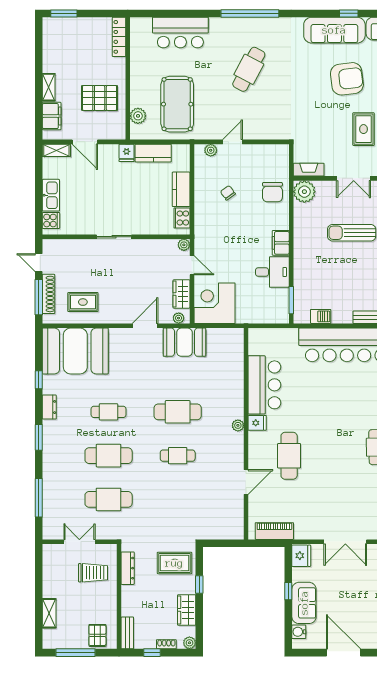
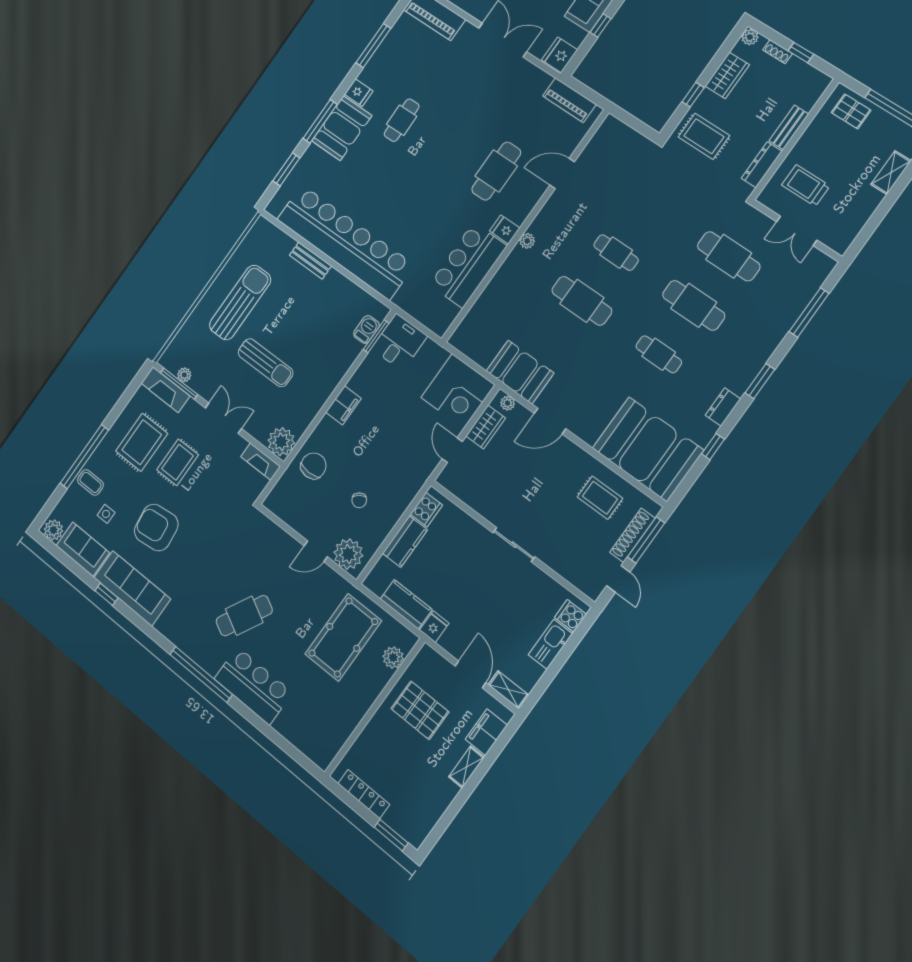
bar counter: (180, 33) -> (253, 686), moved
locker: (119, 37) -> (364, 794), moved, turned -90
plant: (211, 150) -> (348, 554), width x1.88, depth x1.88
plant: (184, 245) -> (445, 479), removed
desk: (272, 272) -> (399, 342), moved, turned 90
barbecue: (321, 316) -> (366, 329), moved, turned 90
bench: (127, 633) -> (789, 127), moved
pallet: (97, 635) -> (851, 111), turned 90

